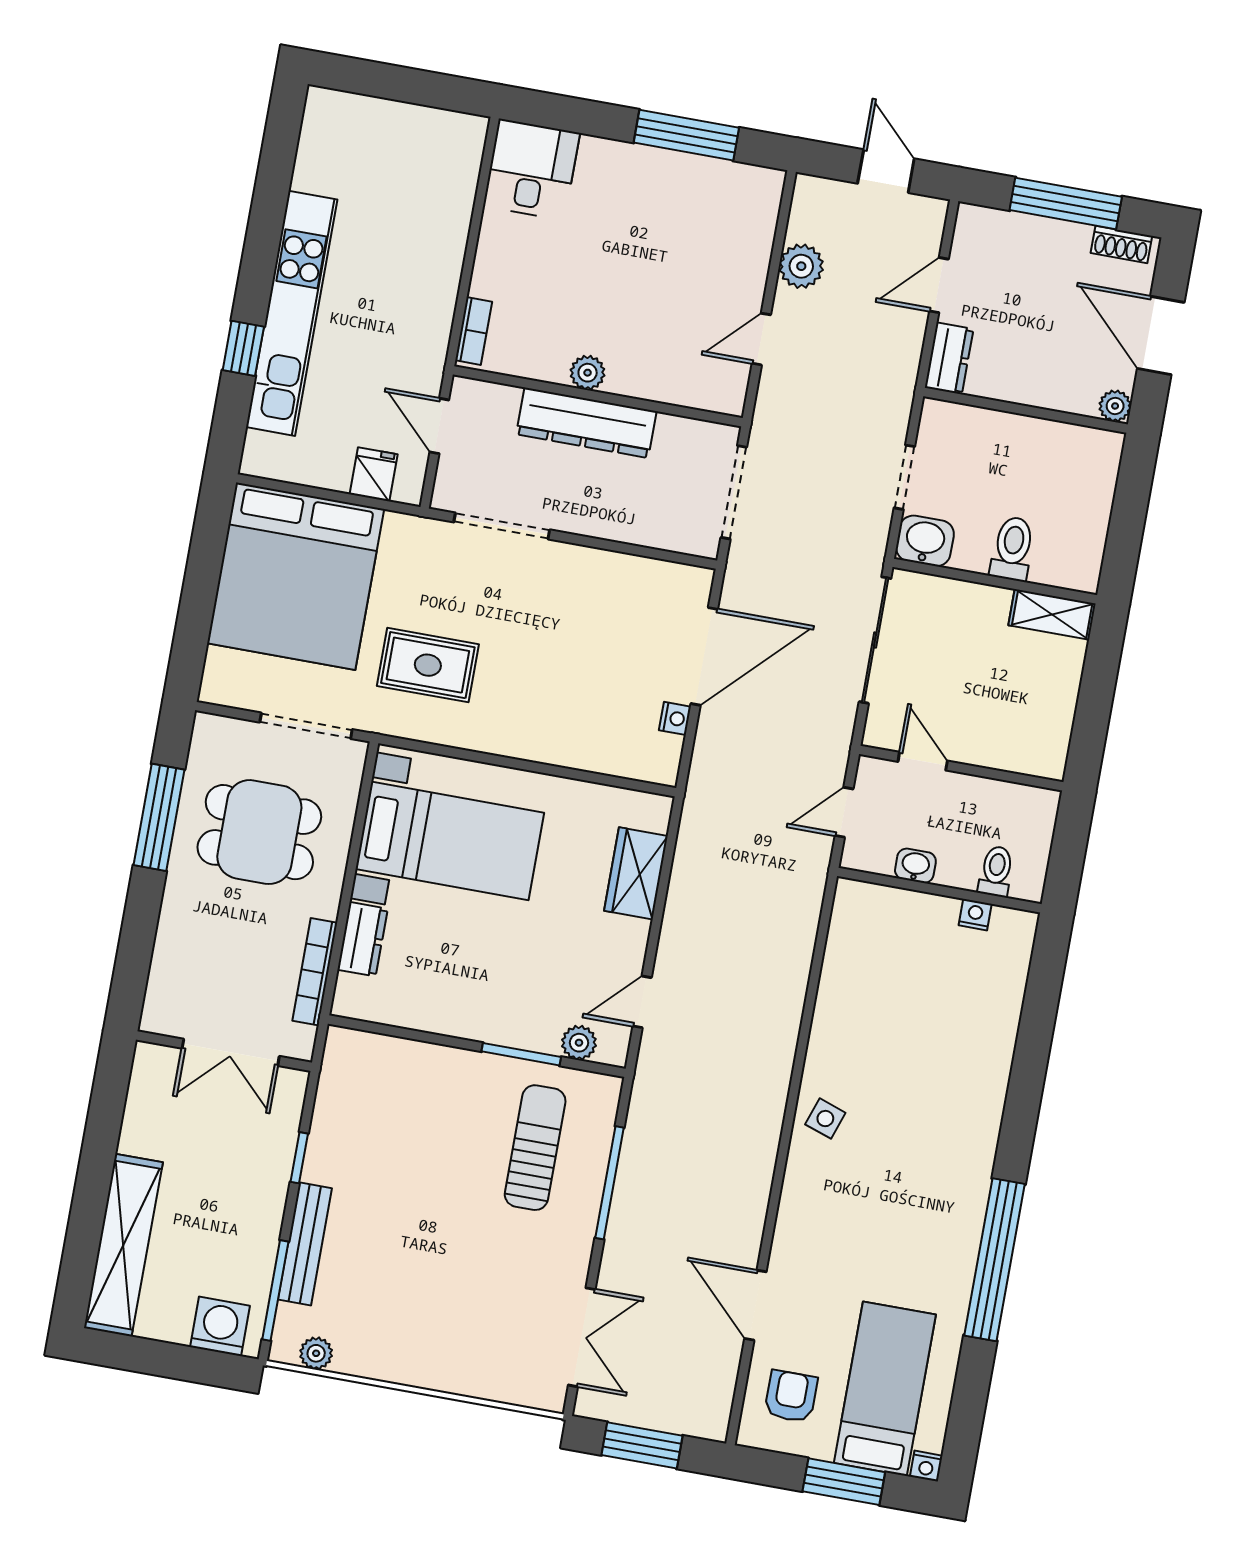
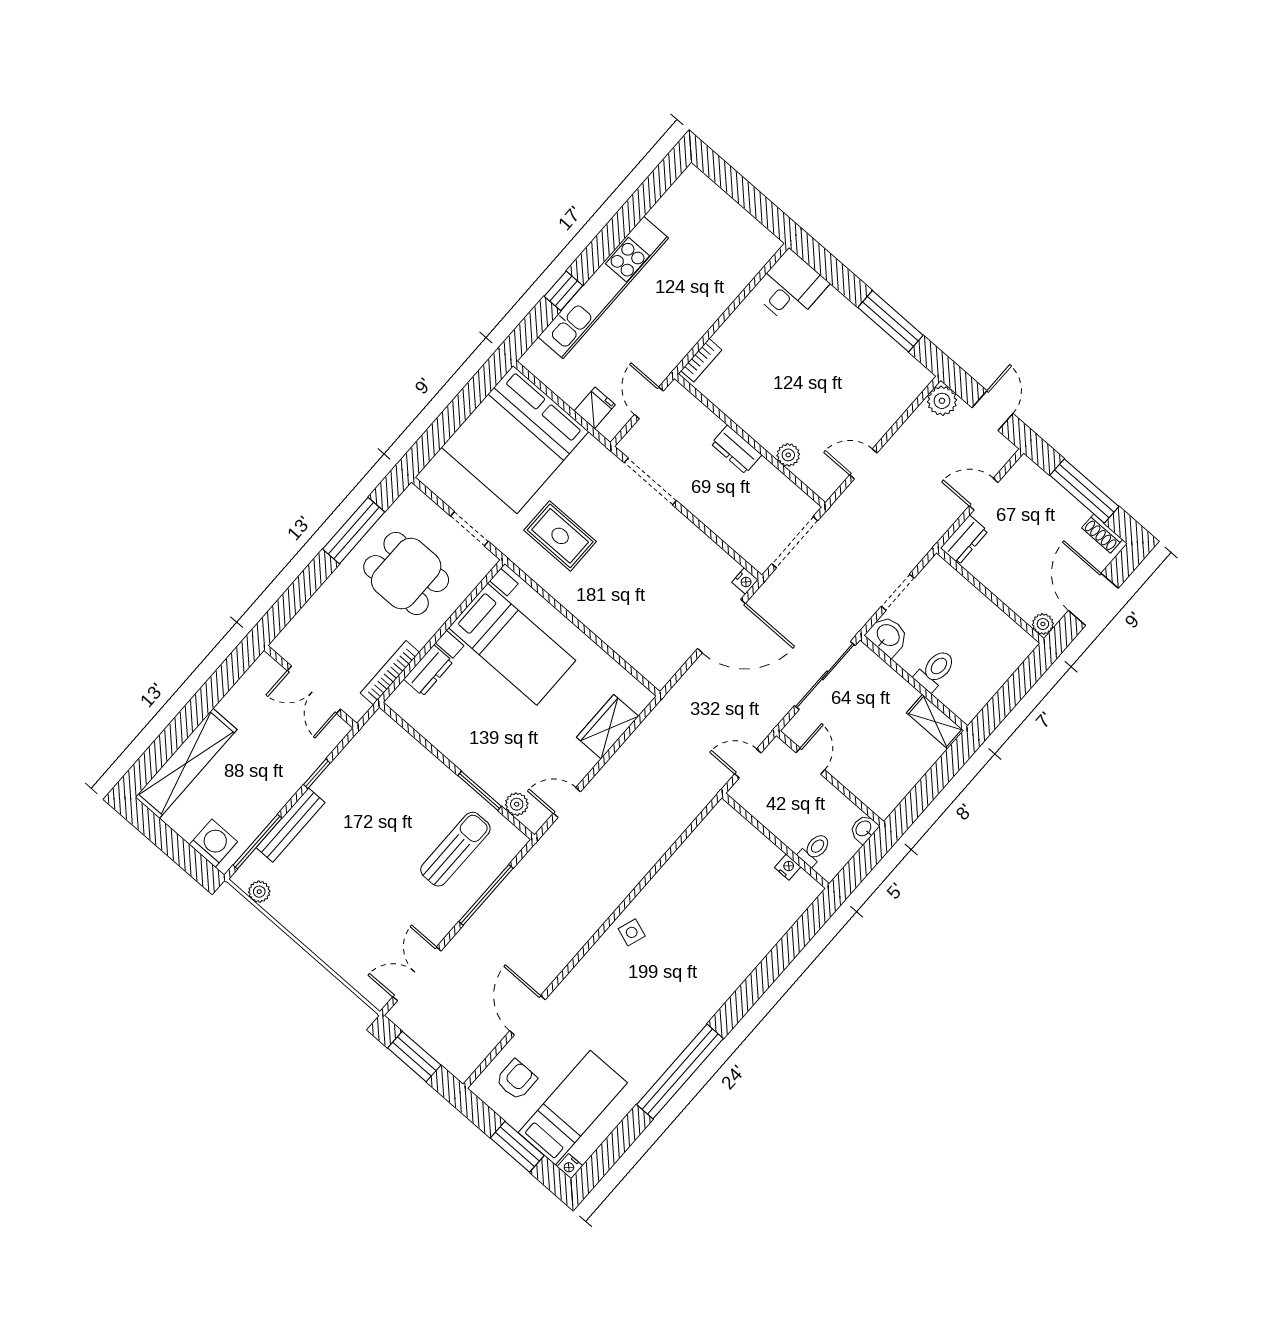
plant: (801, 266) -> (942, 401), moved
plant: (588, 373) -> (788, 455), moved
dresser: (586, 423) -> (736, 449), width x0.51, depth x0.80
nightstand: (675, 718) -> (745, 581), moved
doorway: (306, 726) -> (469, 529), width x0.73
washbasin: (915, 866) -> (864, 829), moved, turned -90
double door: (582, 1337) -> (417, 974), swing flipped

